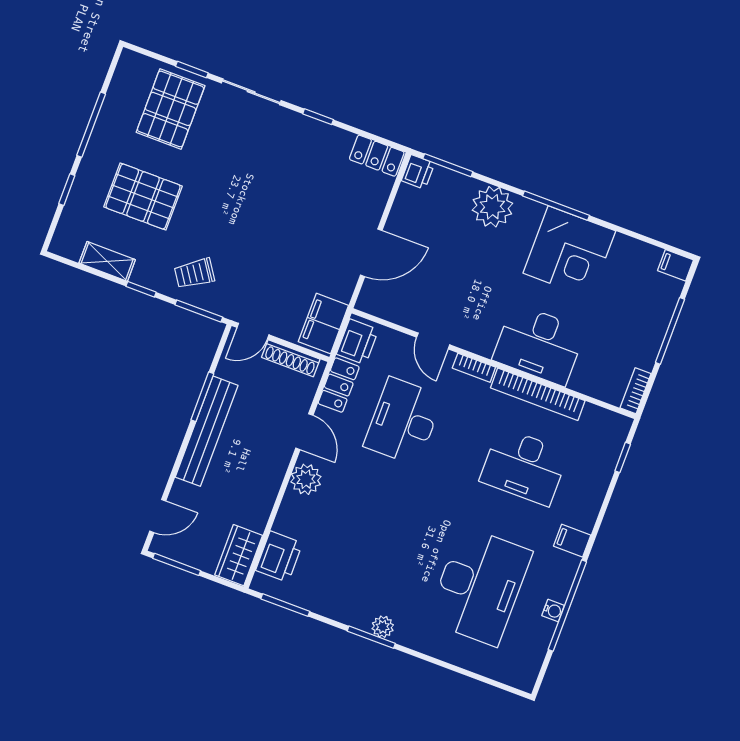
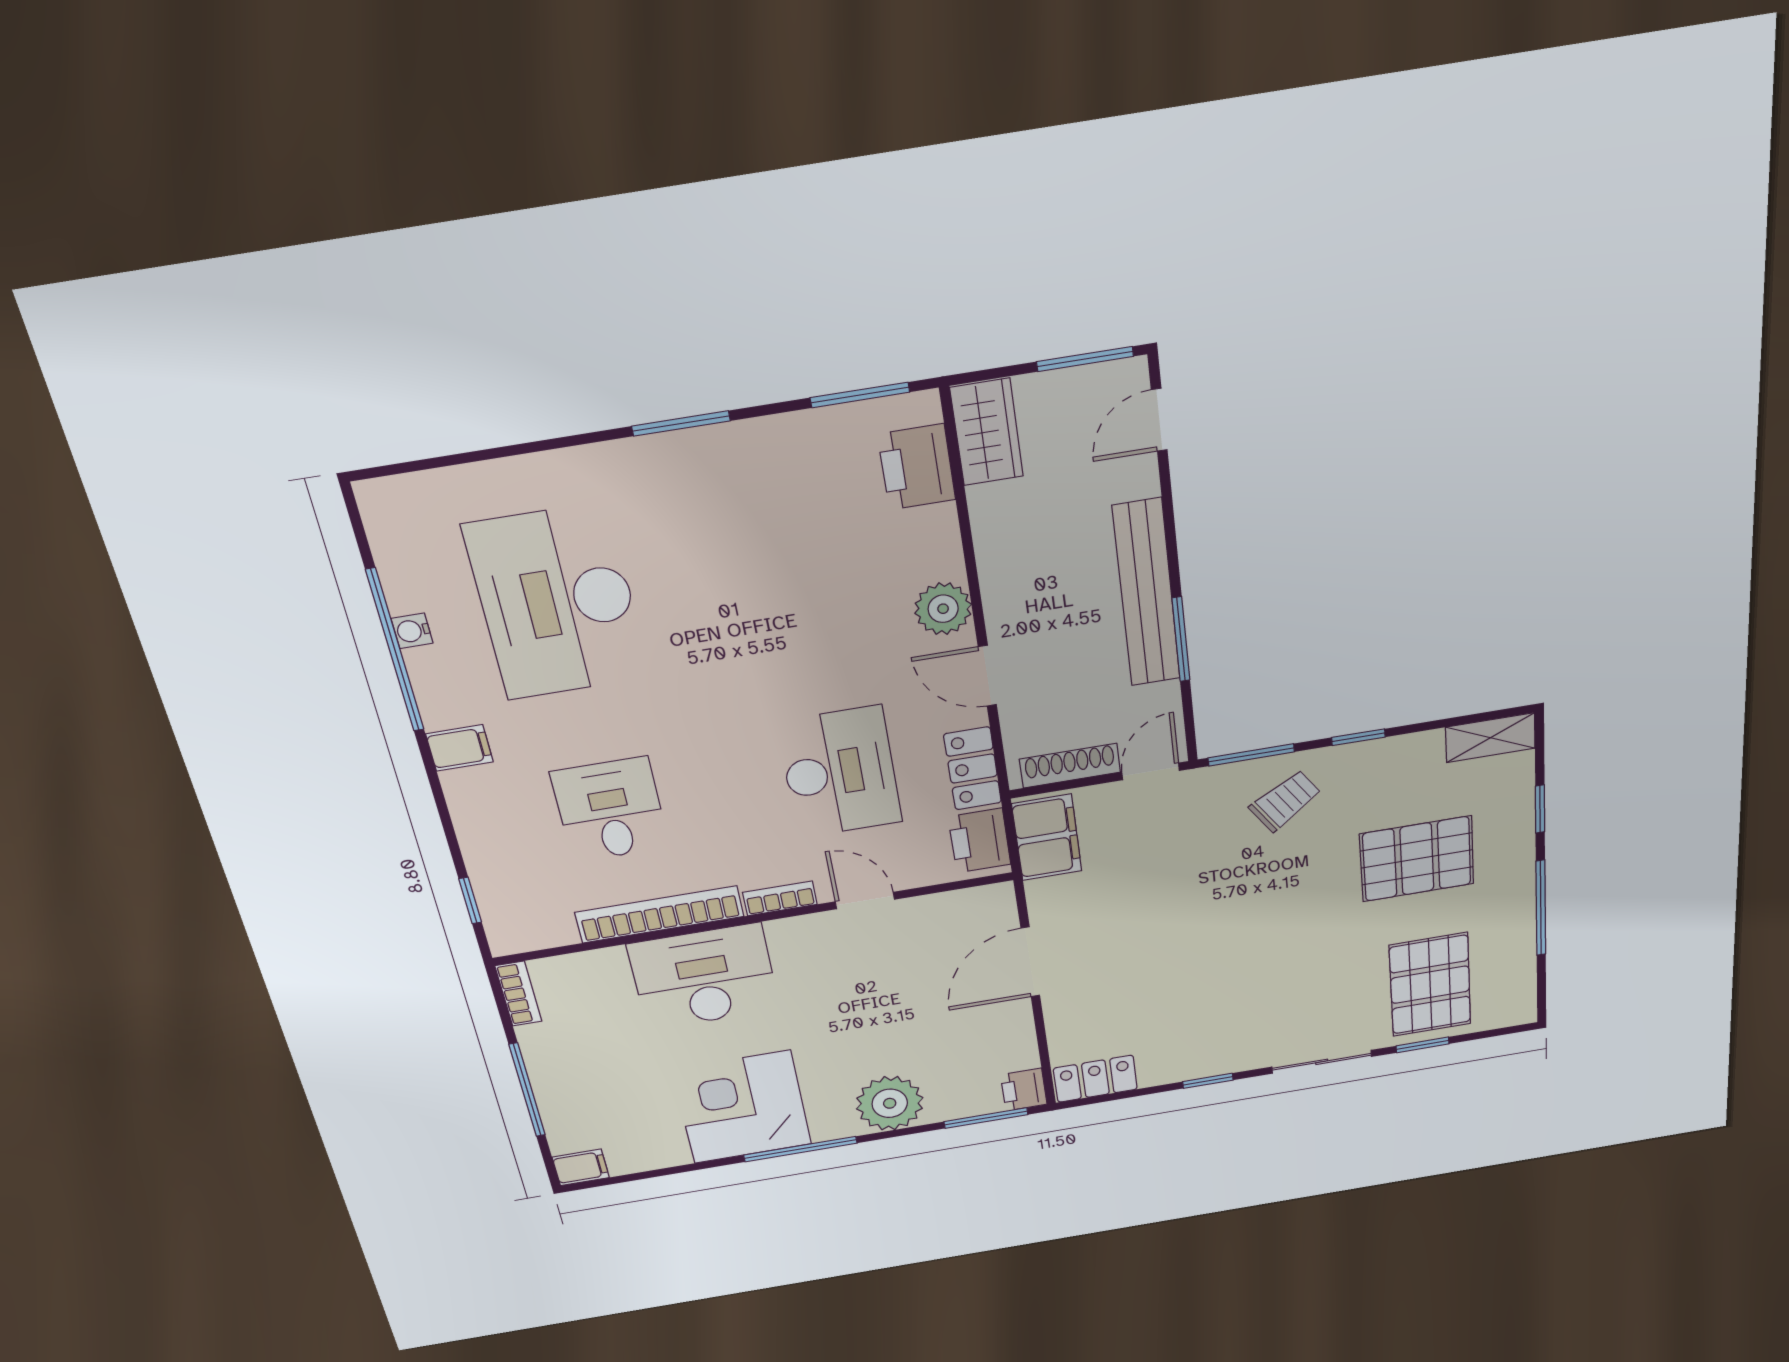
shelving: (107, 261) -> (1490, 738), moved
desk: (524, 467) -> (610, 810), width x0.73
plant: (383, 627) -> (673, 451), removed

